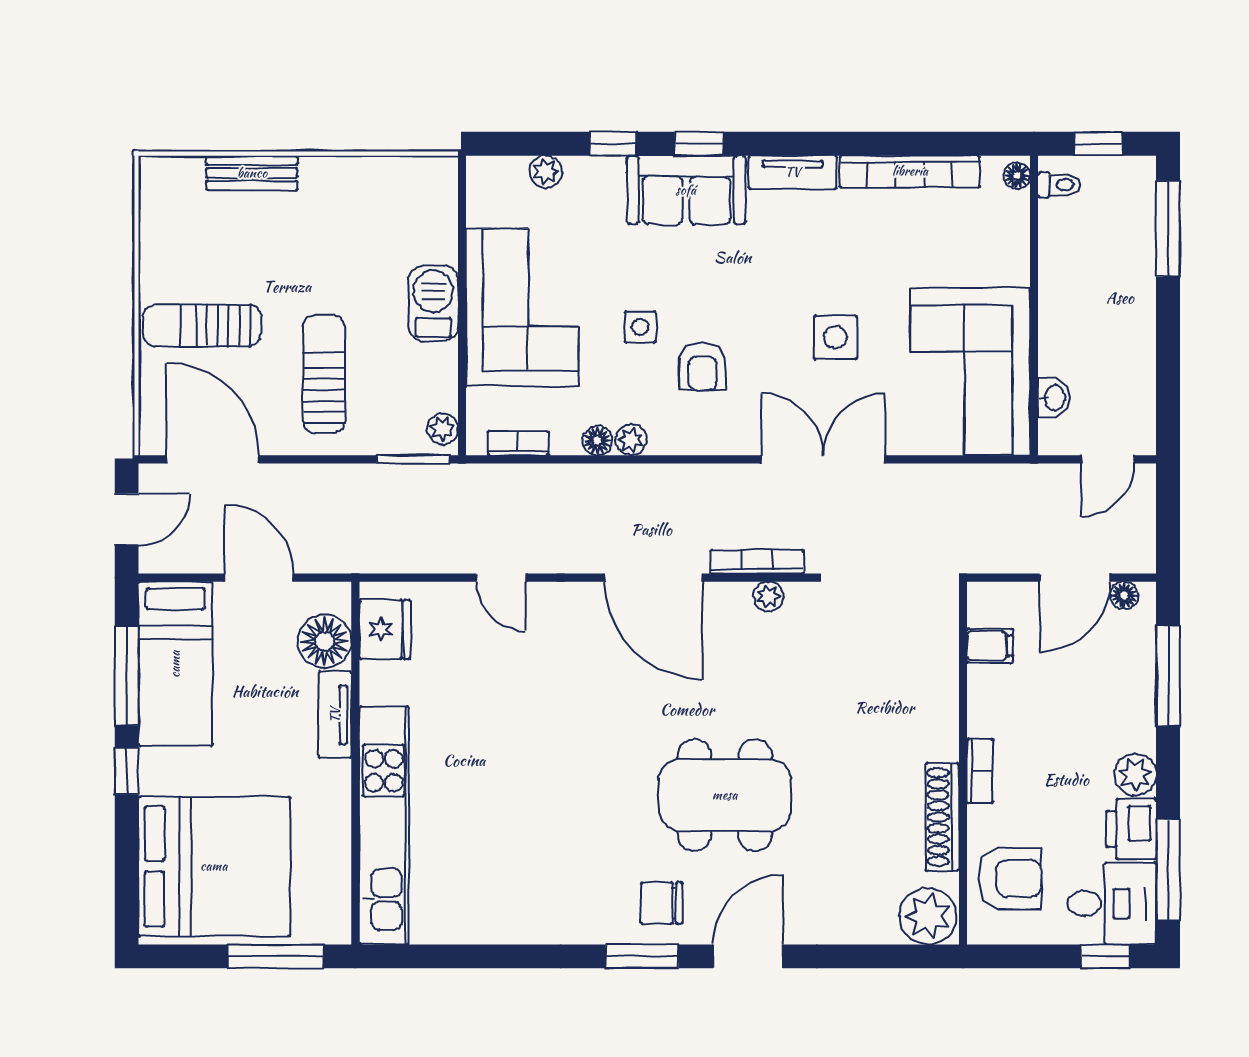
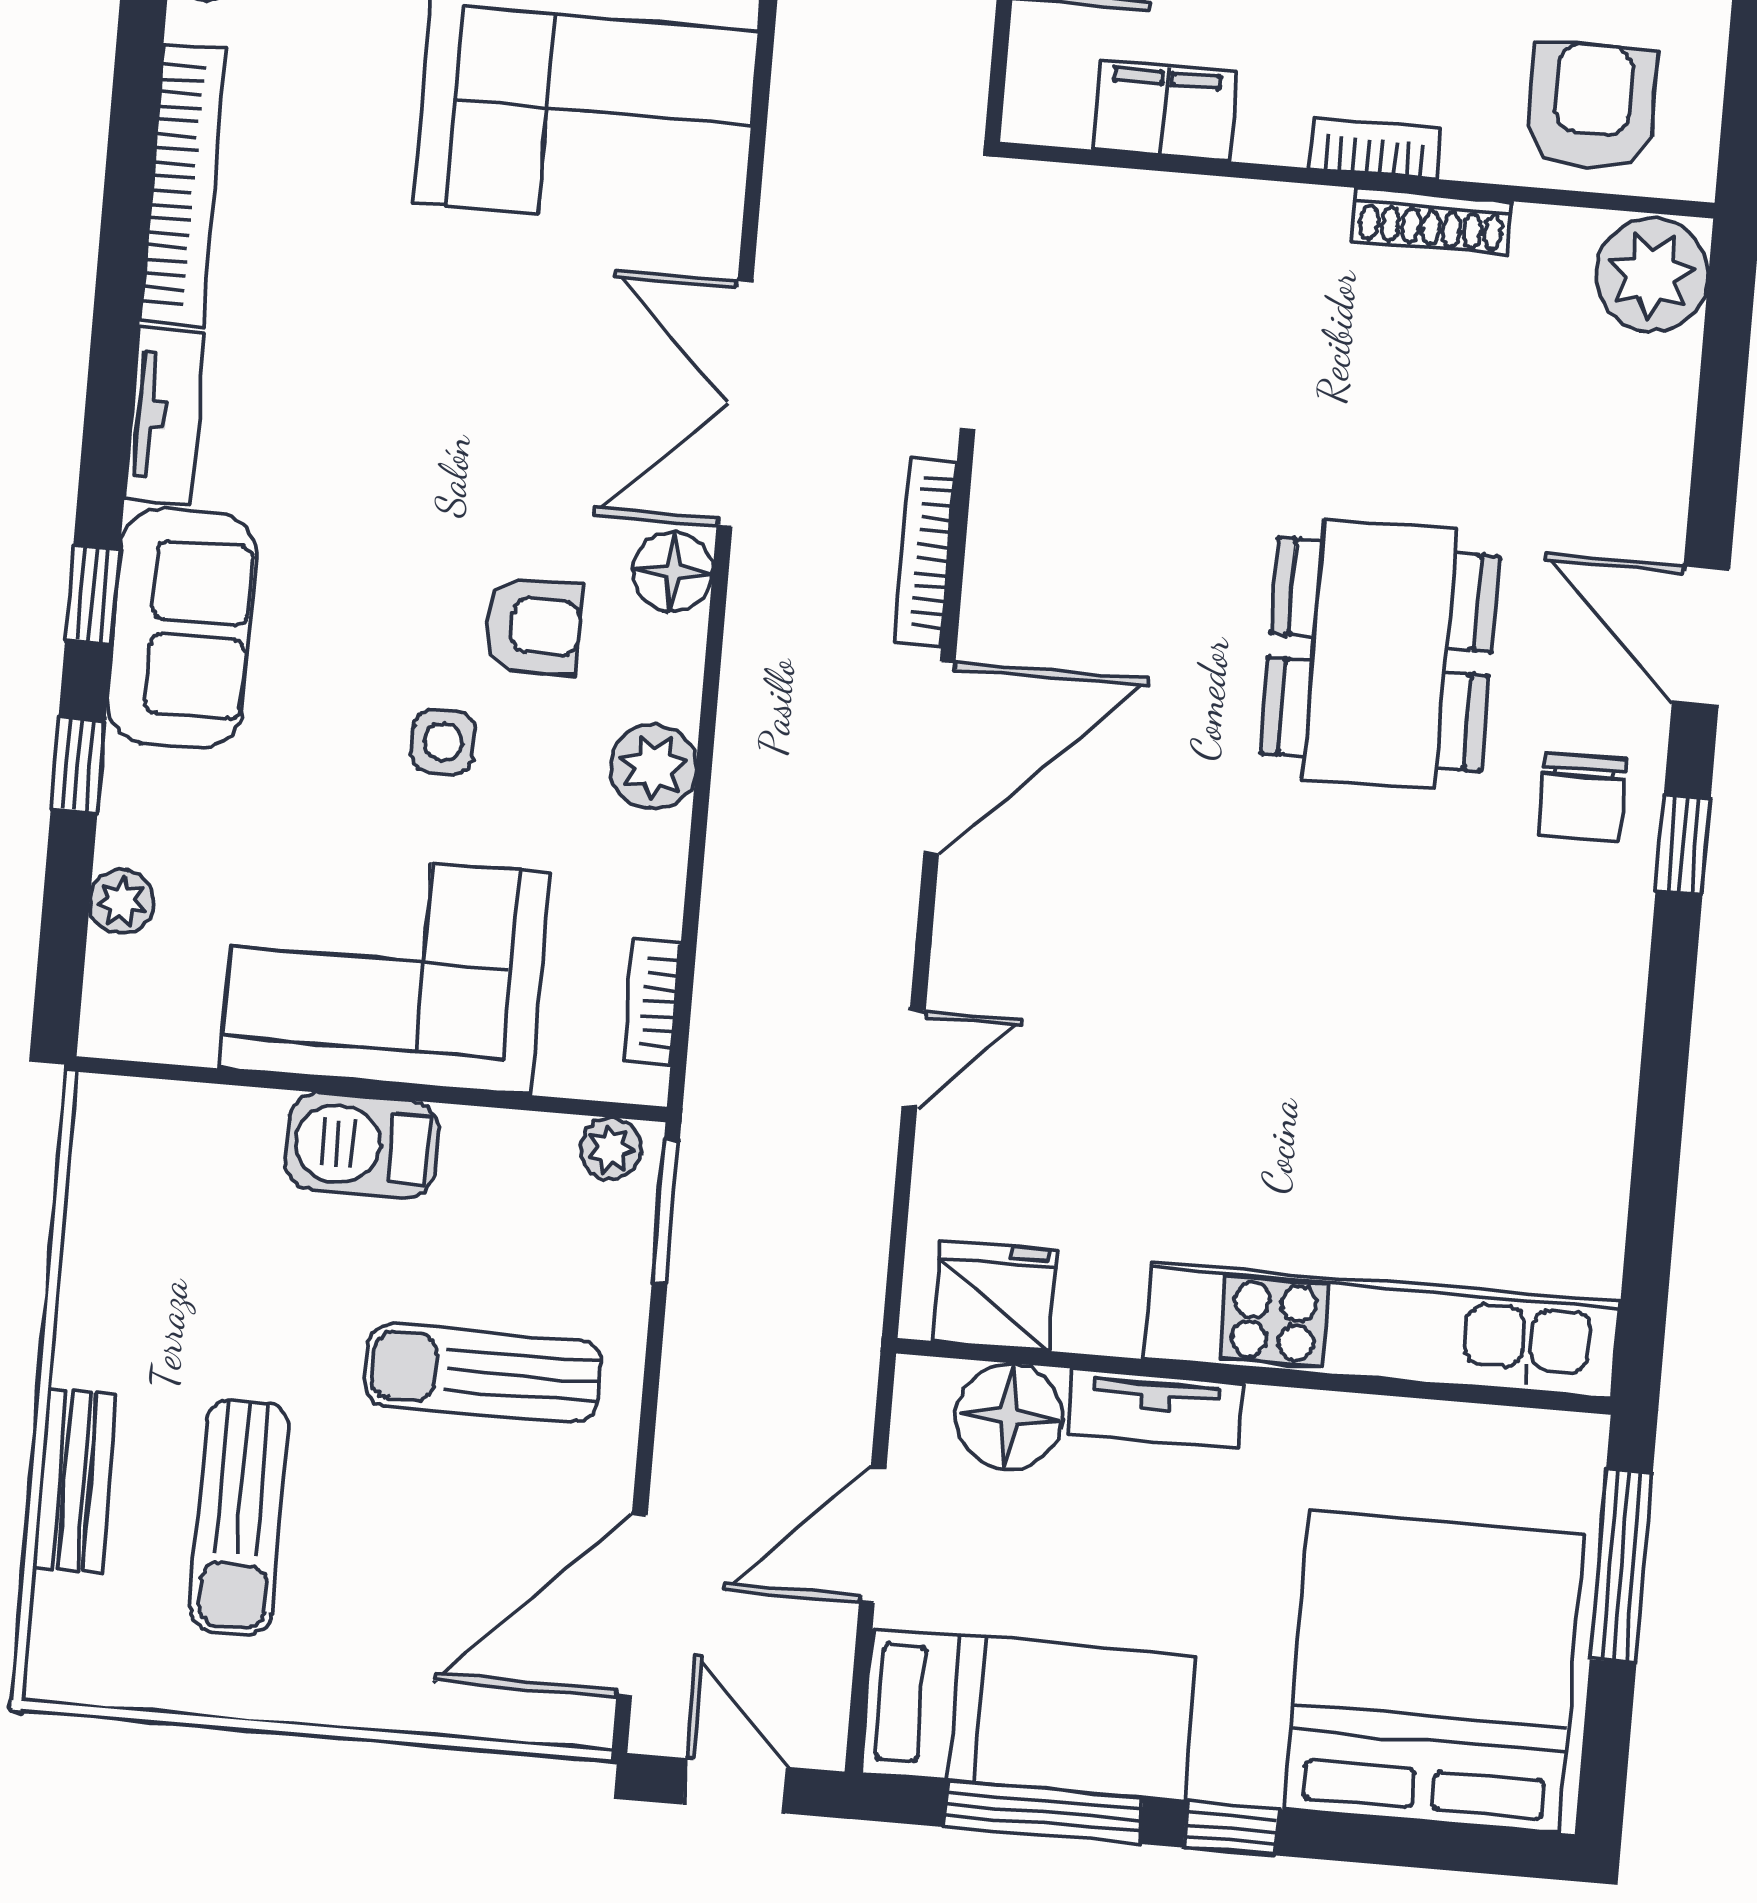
sun lounger: (202, 325) -> (239, 1518), moved
side table: (835, 337) -> (497, 359), removed
plant: (631, 440) -> (653, 767), width x1.38, depth x1.38
floor lamp: (598, 441) -> (673, 571), moved, width x1.37, depth x1.37
plant: (768, 597) -> (996, 536), removed
filing cabinet: (990, 646) -> (1164, 110), width x2.00
shoe rack: (942, 817) -> (1432, 221), width x0.74, depth x0.81
window: (642, 956) -> (1683, 845), width x0.67

